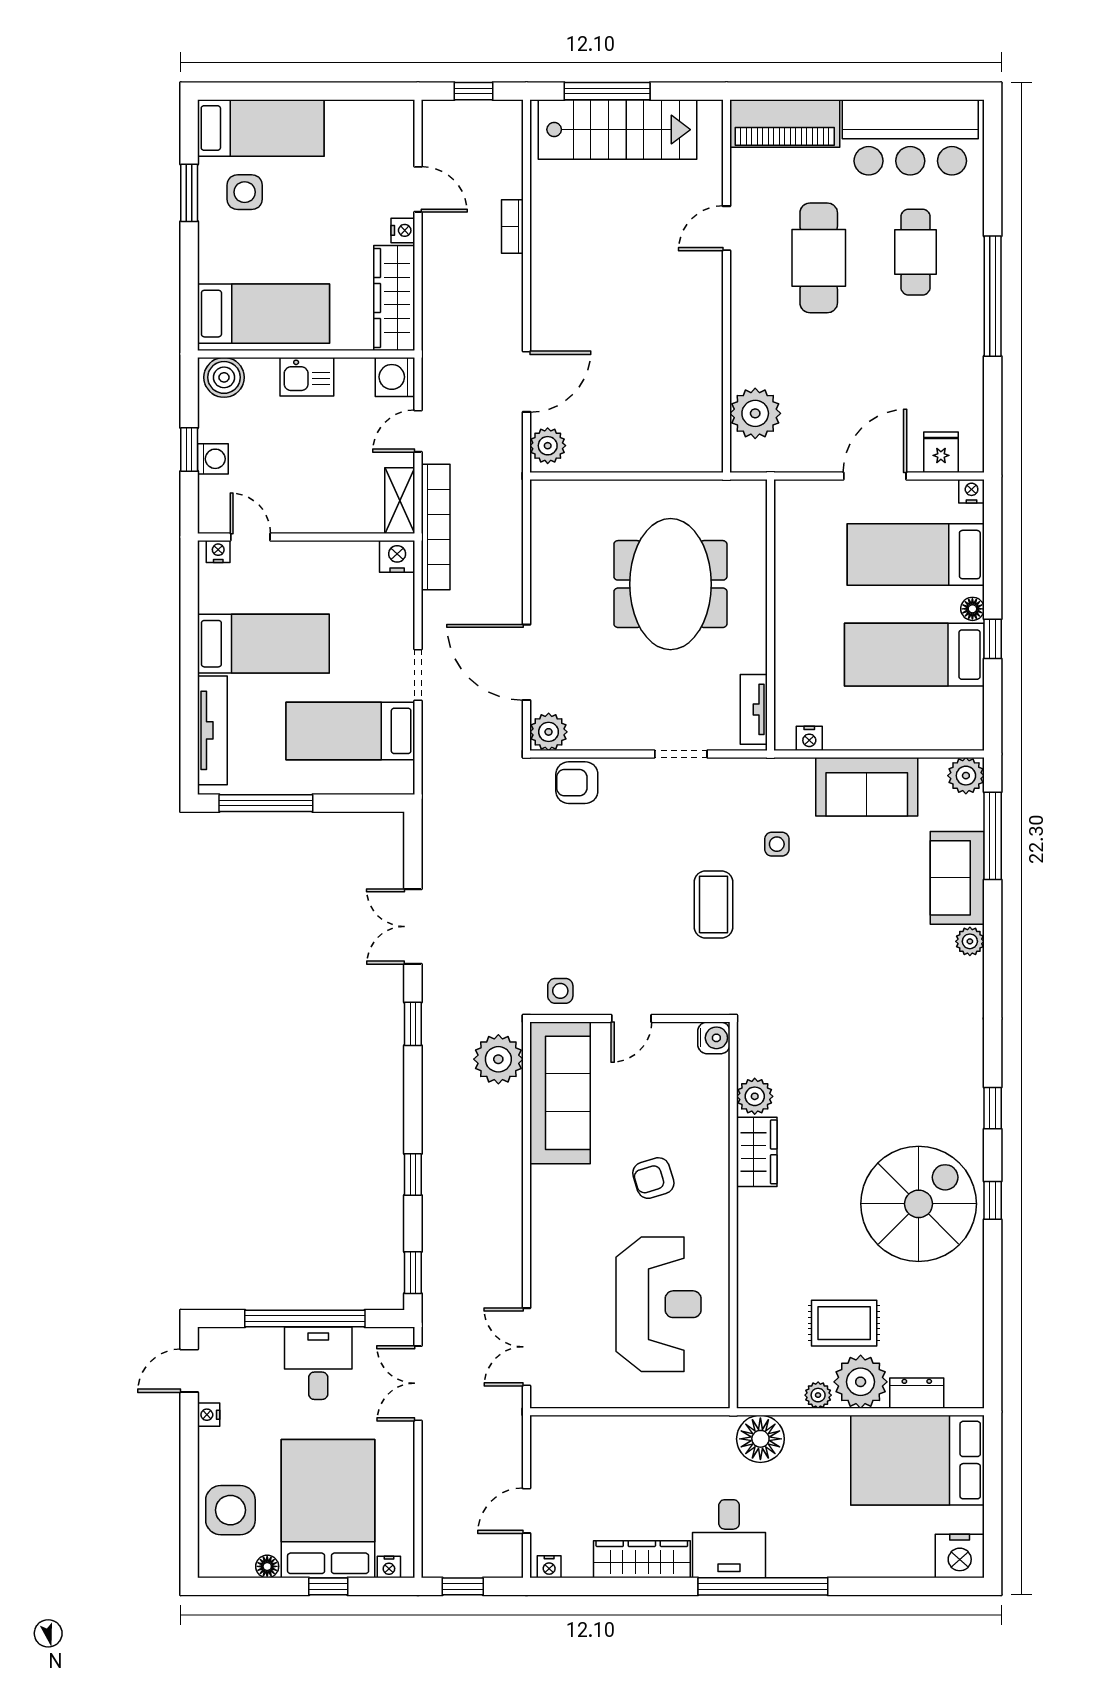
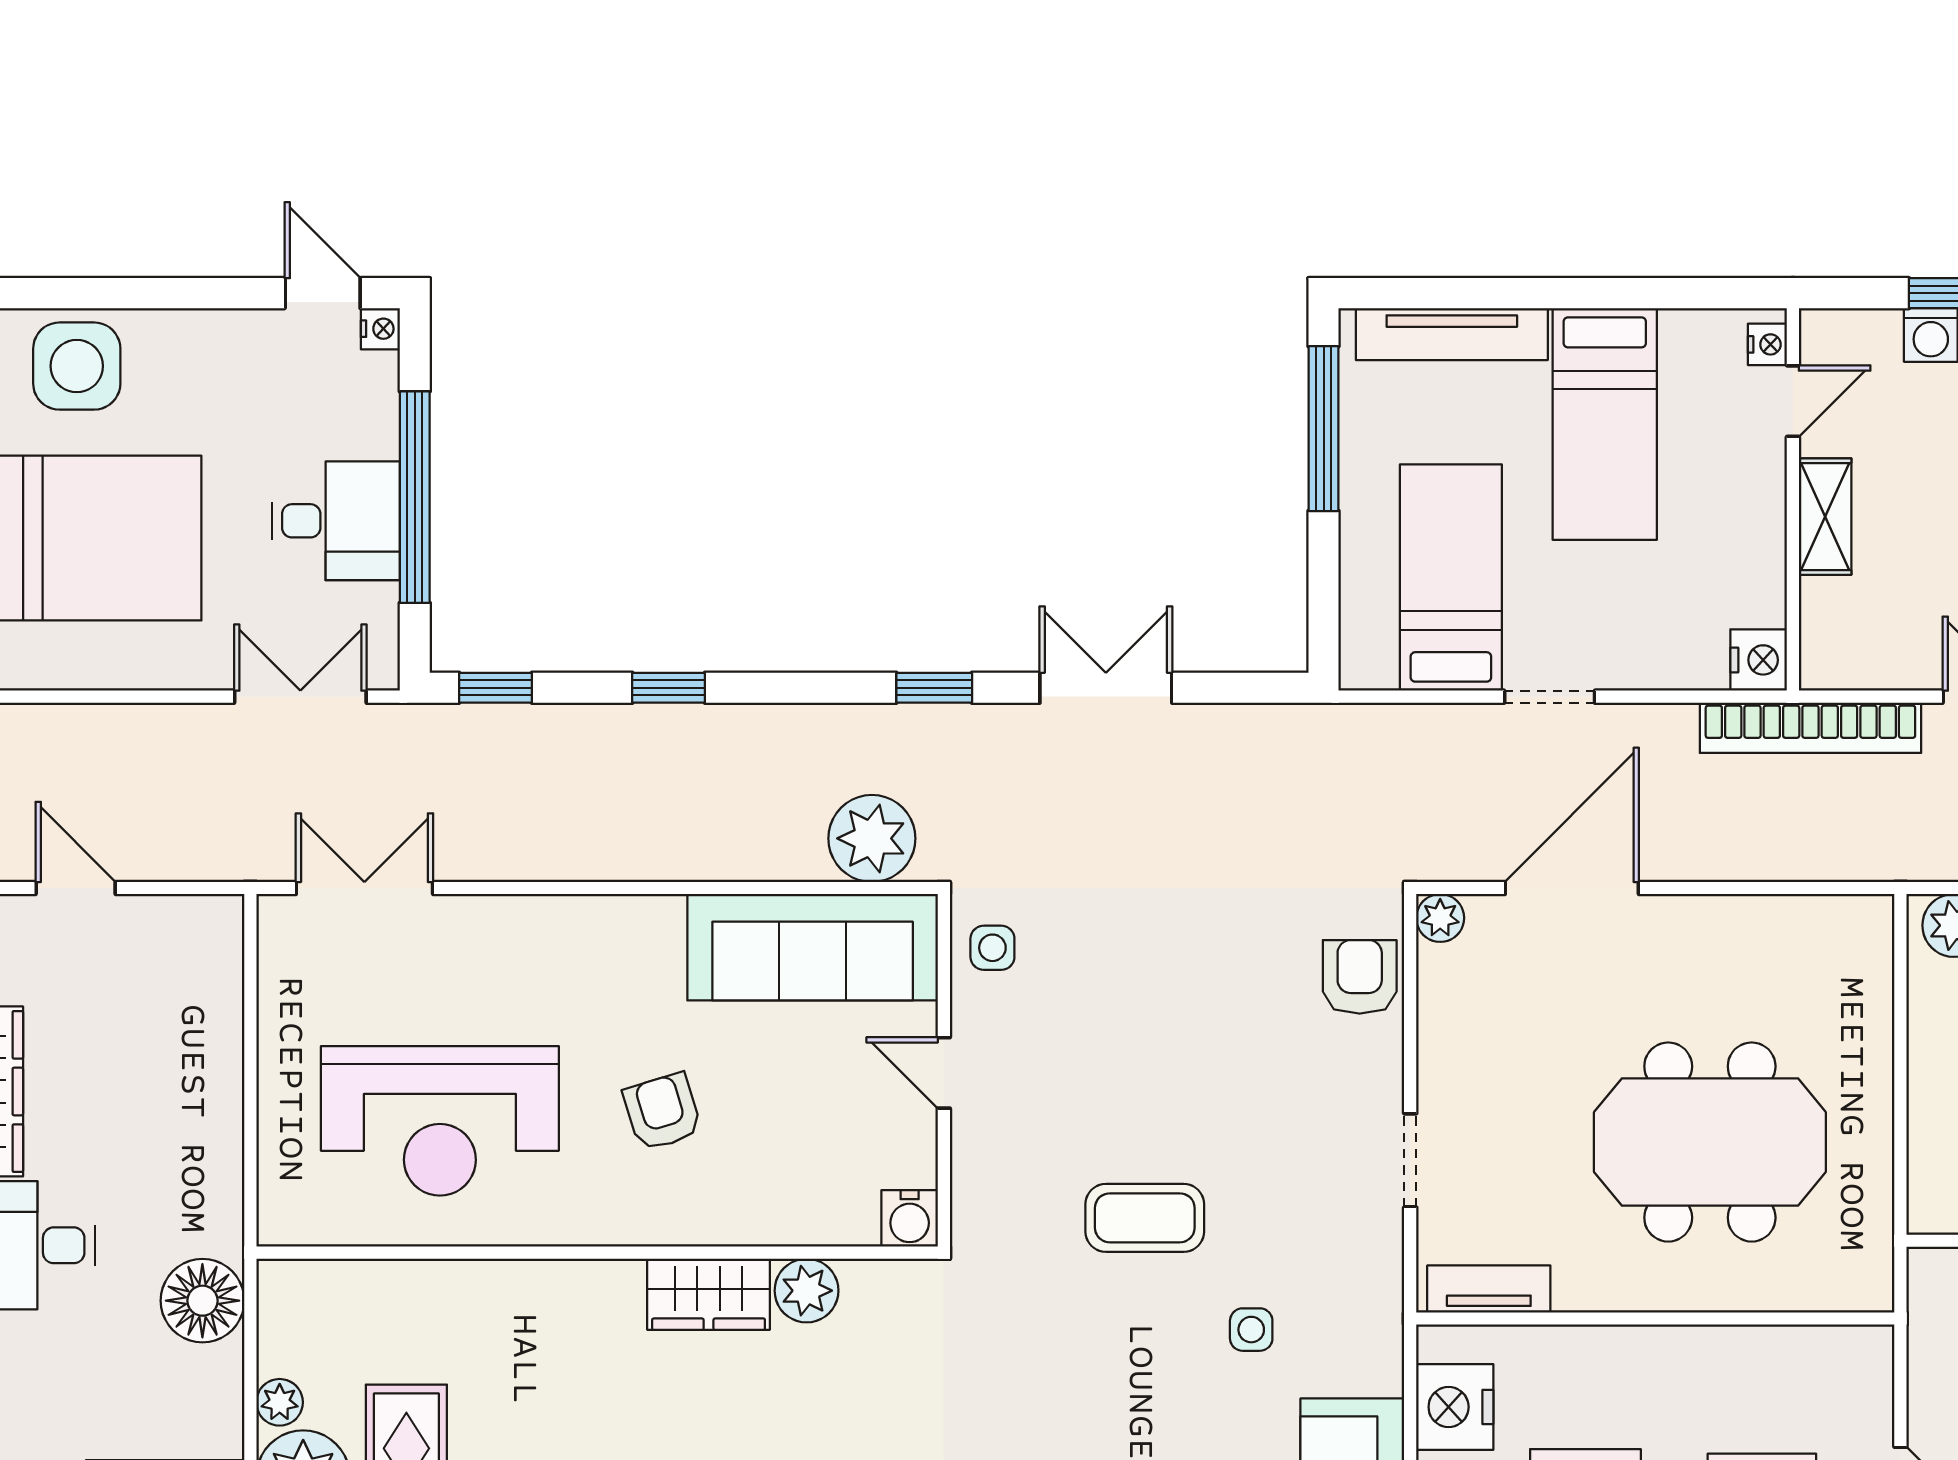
shelving: (400, 501) -> (1825, 517), moved, turned 90
plant: (549, 732) -> (1440, 918), width x0.73, depth x0.73
nightstand: (809, 738) -> (1455, 1407), width x1.89, depth x1.79
nightstand: (209, 1415) -> (380, 329), moved, turned 90

